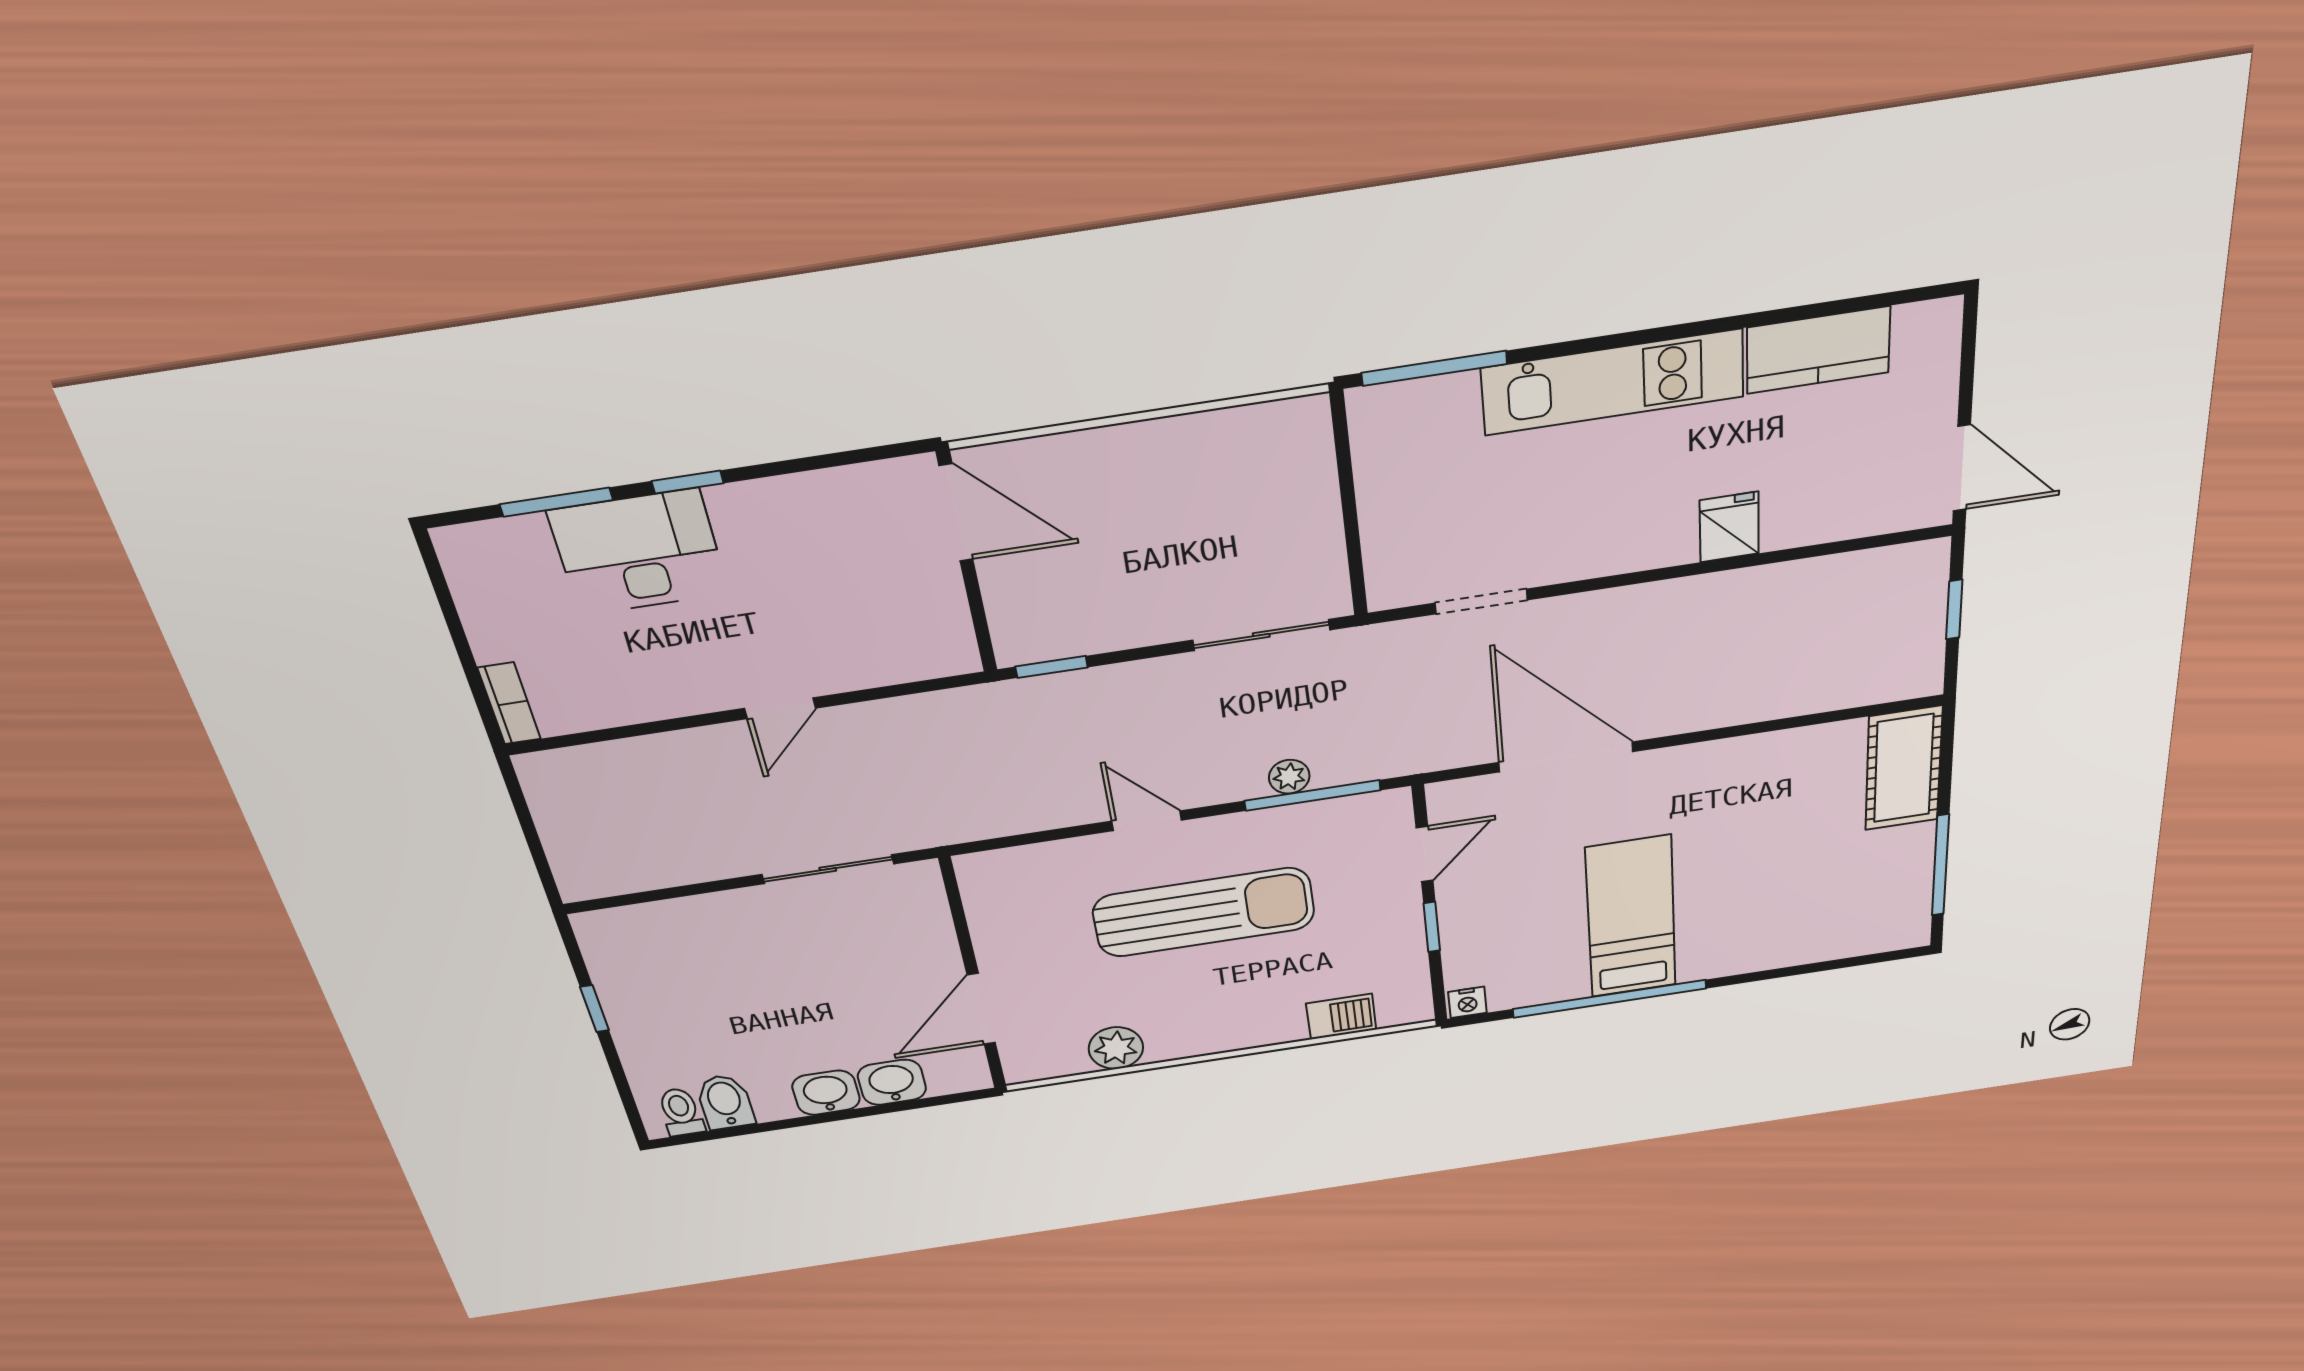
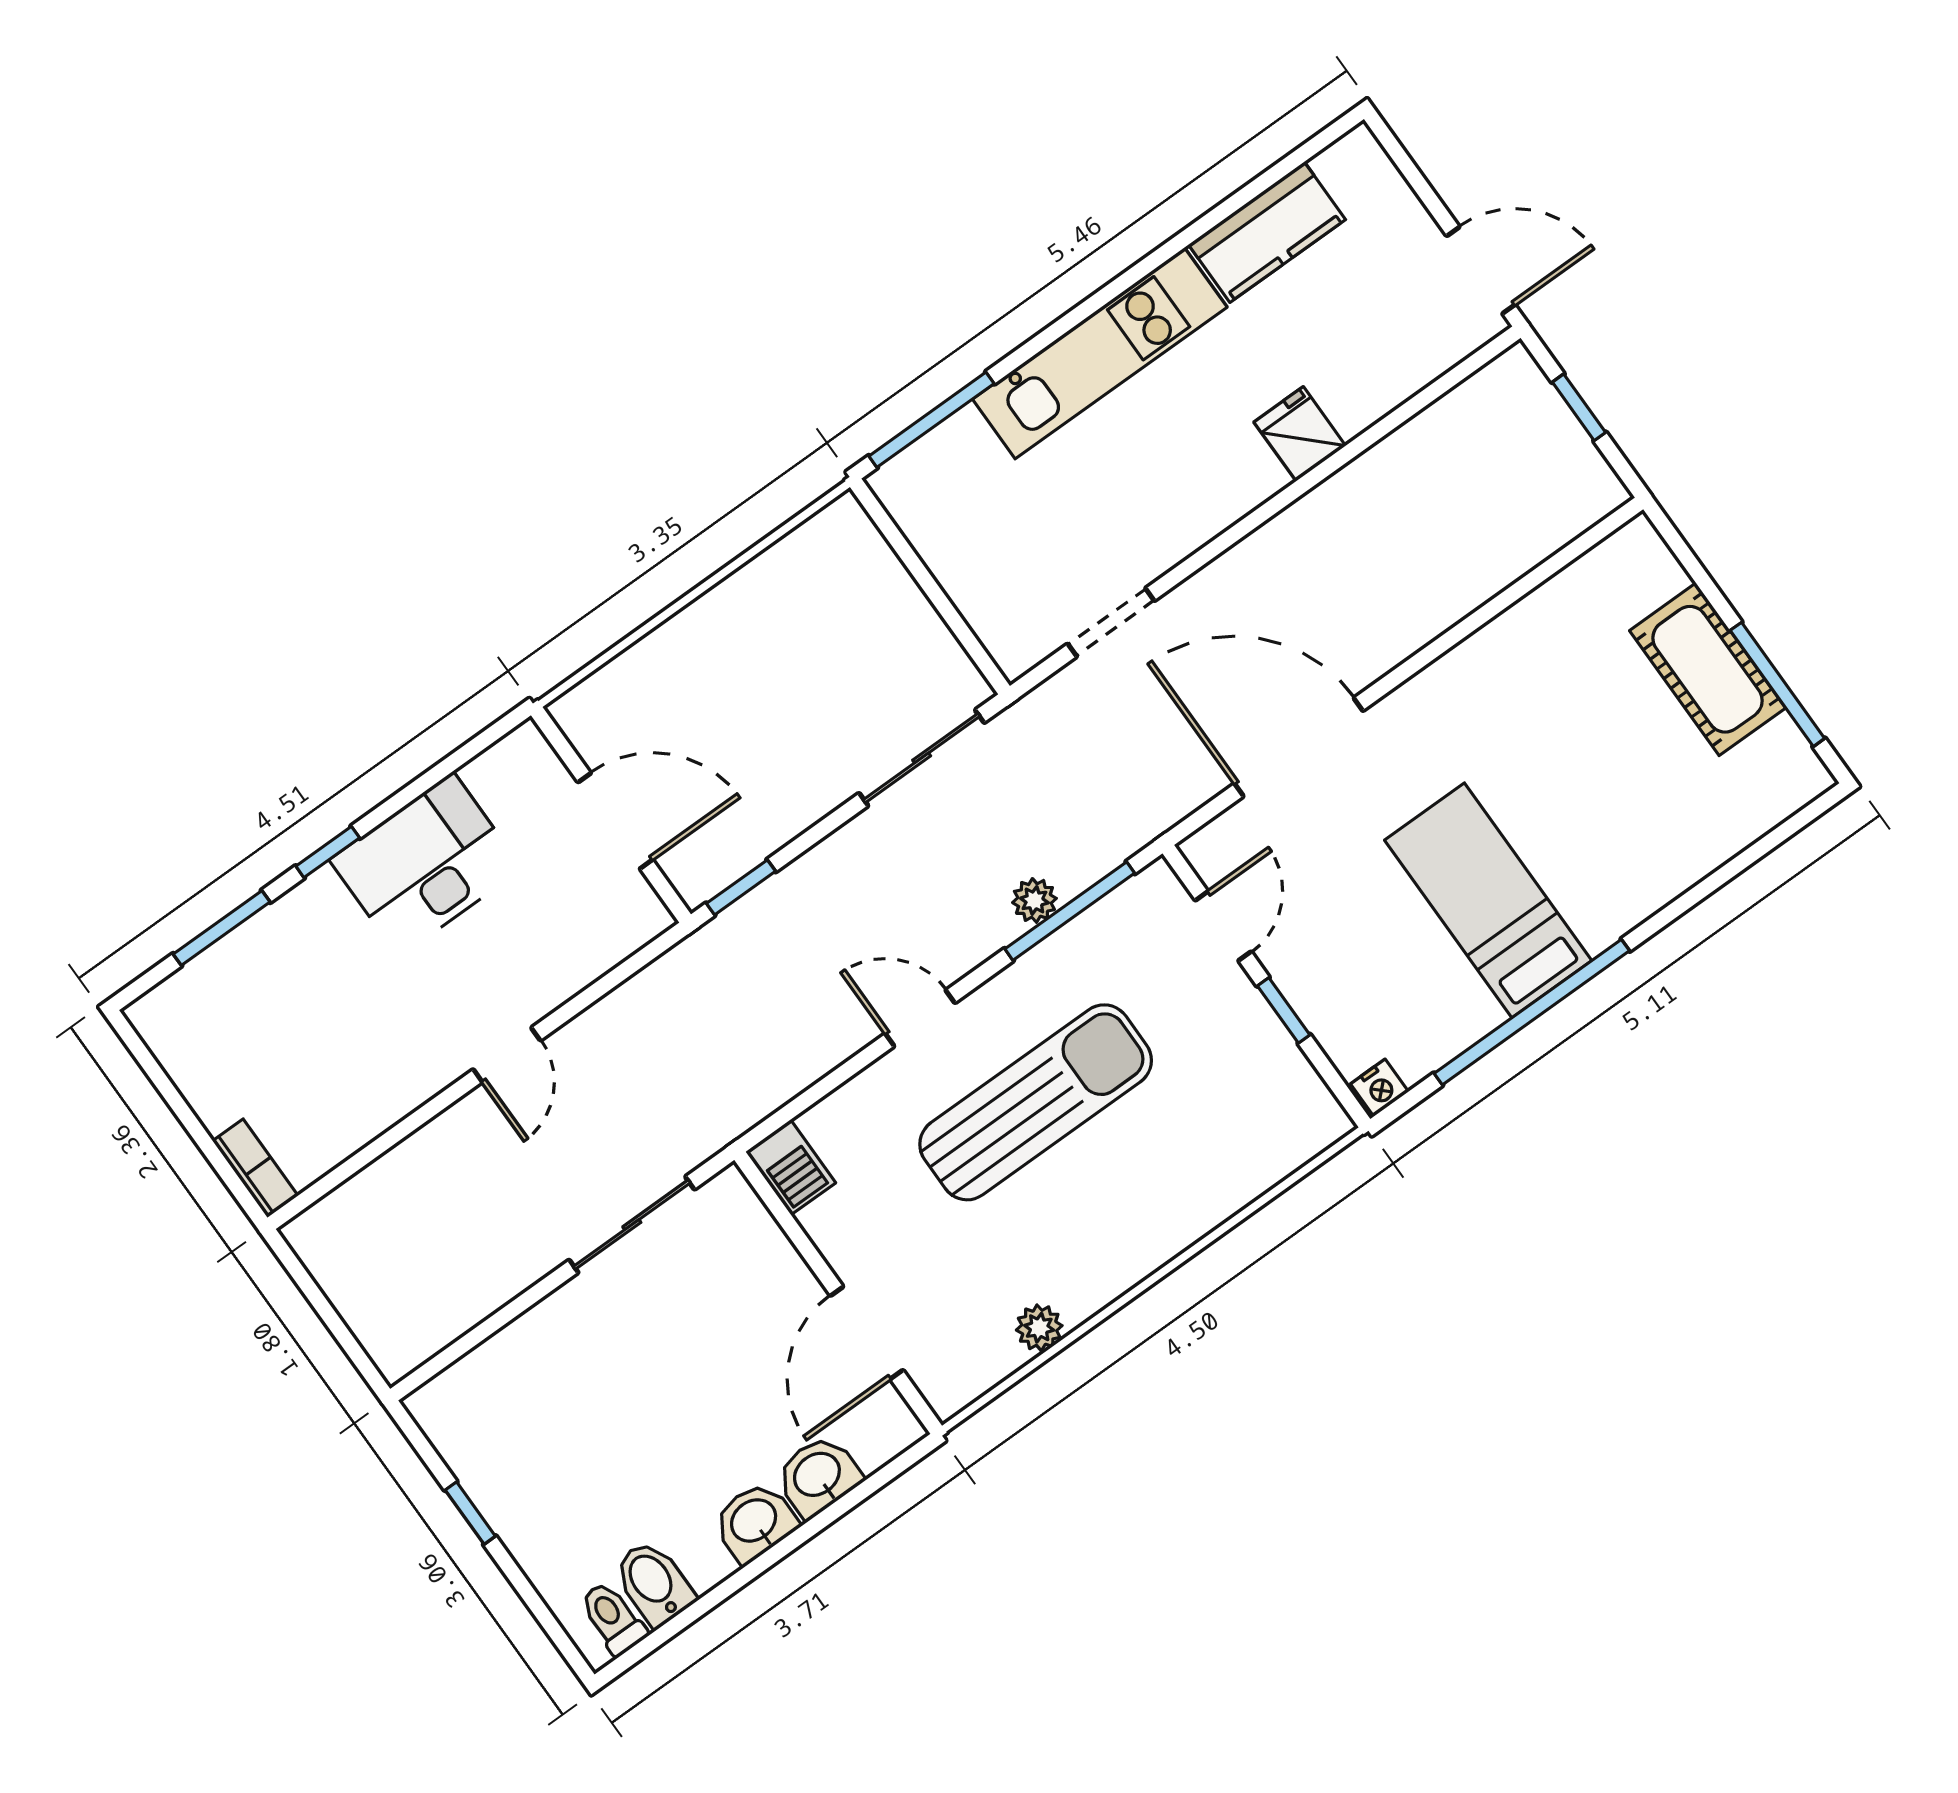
door: (956, 513) -> (615, 821), moved
desk: (639, 552) -> (426, 864), moved
cot: (1904, 768) -> (1708, 669), moved
barbecue: (1341, 1017) -> (791, 1167), moved, turned 90
plant: (1116, 1048) -> (1039, 1328), width x0.73, depth x0.73

